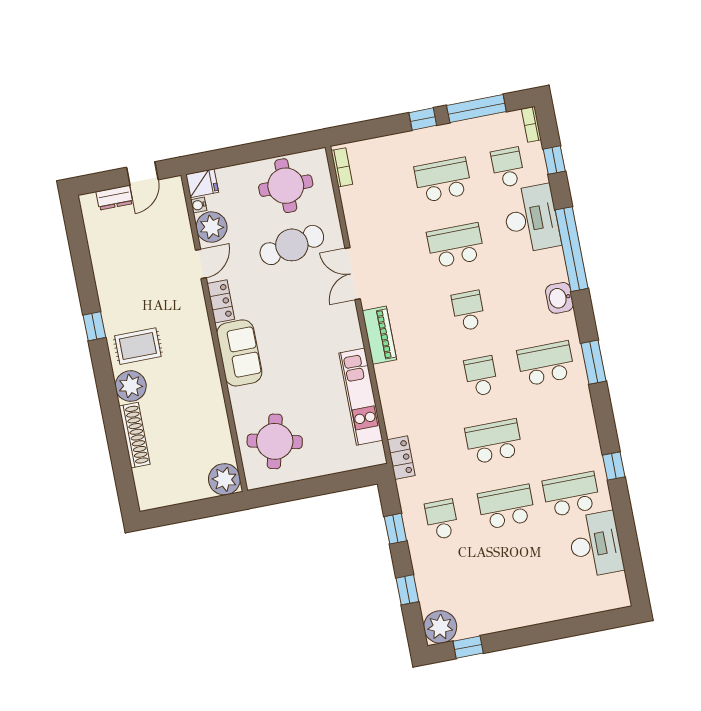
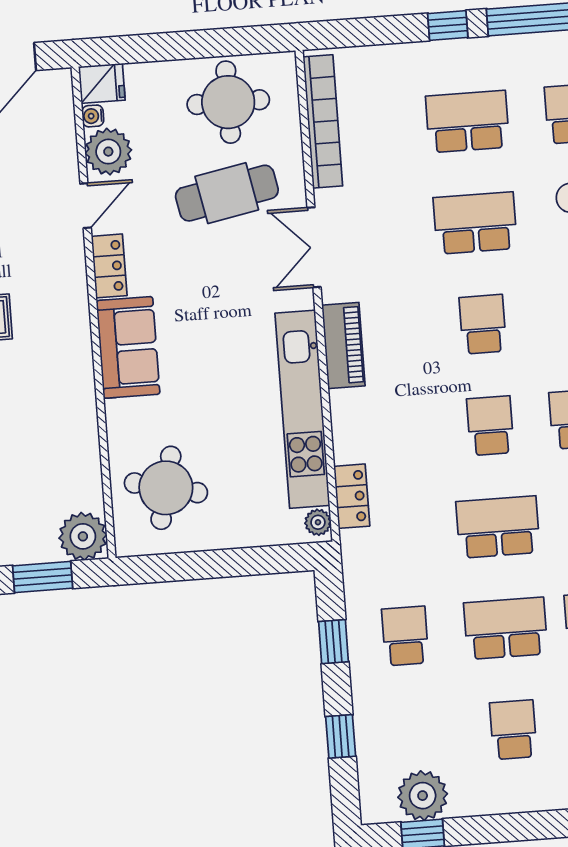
bookcase: (342, 167) -> (323, 121), width x2.31, depth x1.31
kitchen unit: (361, 397) -> (302, 409), width x1.36
plant: (376, 452) -> (318, 522), added
locker: (401, 458) -> (352, 496), moved
window: (201, 509) -> (43, 577), added
school desk: (519, 572) -> (513, 730), added
plant: (440, 627) -> (423, 796), moved

